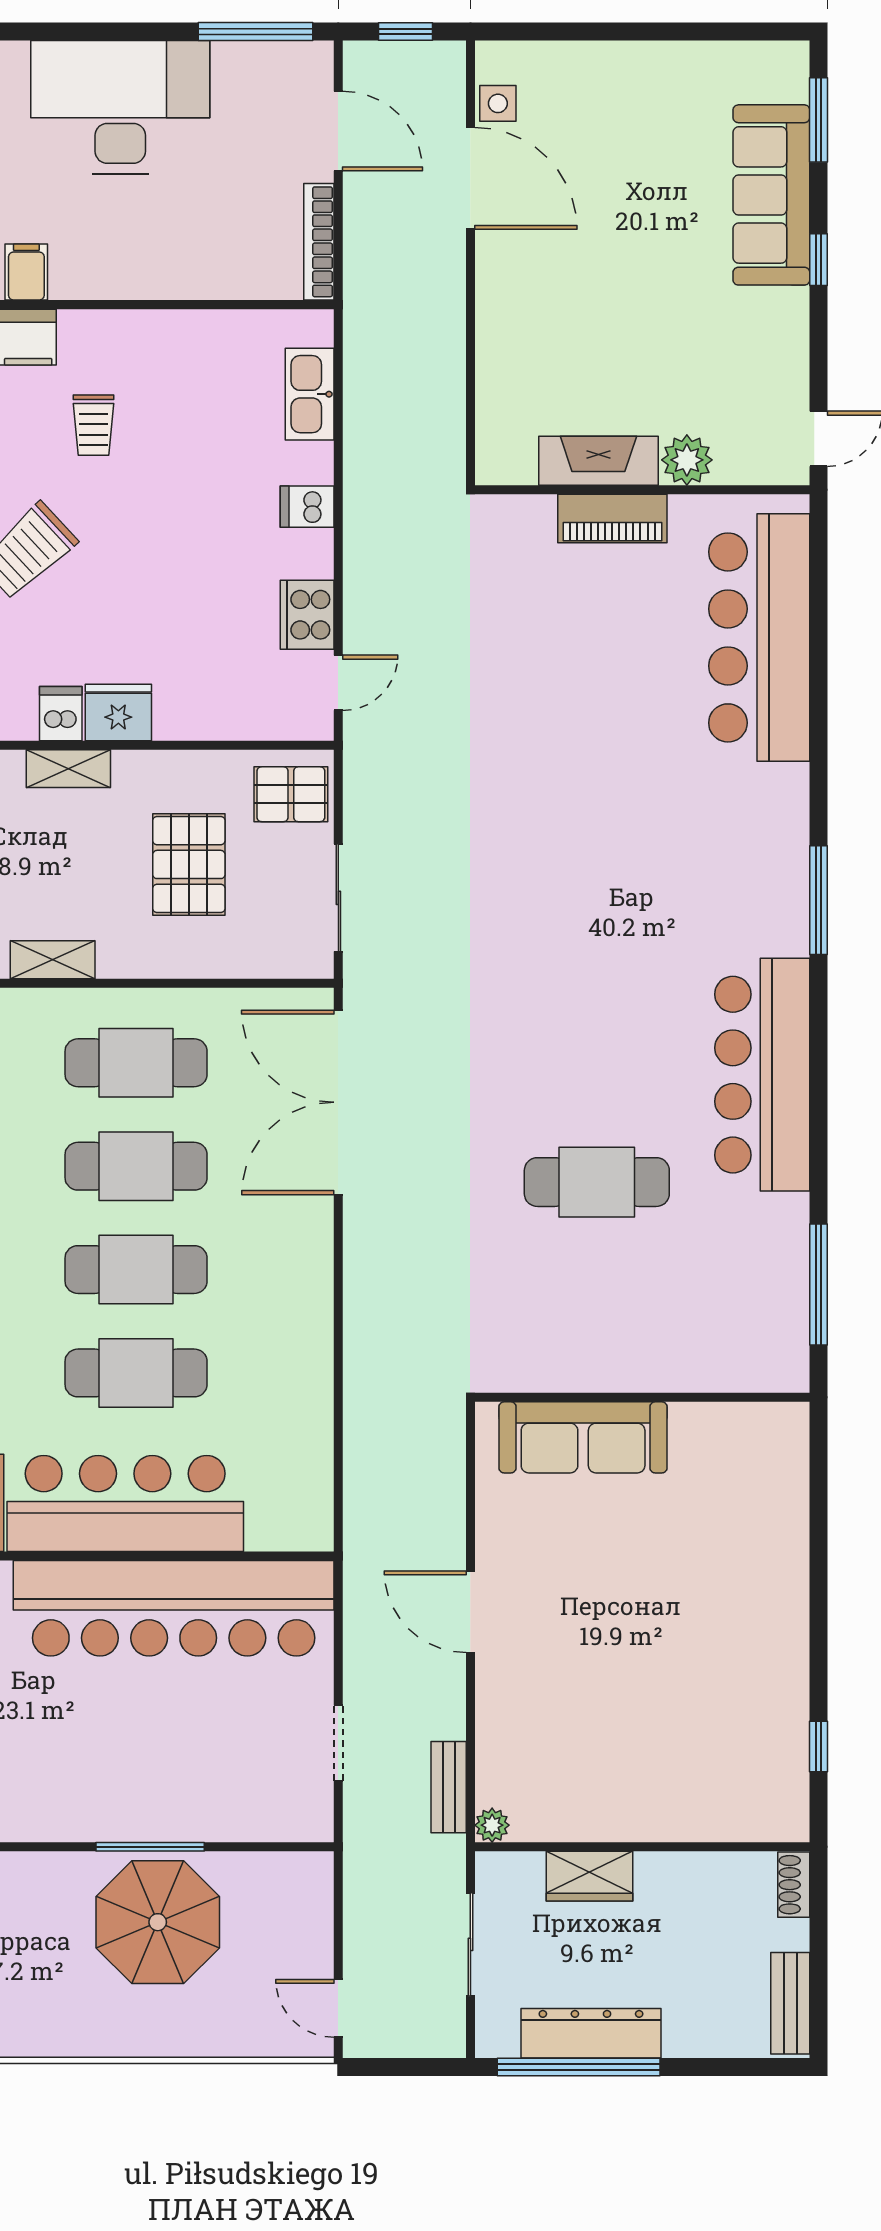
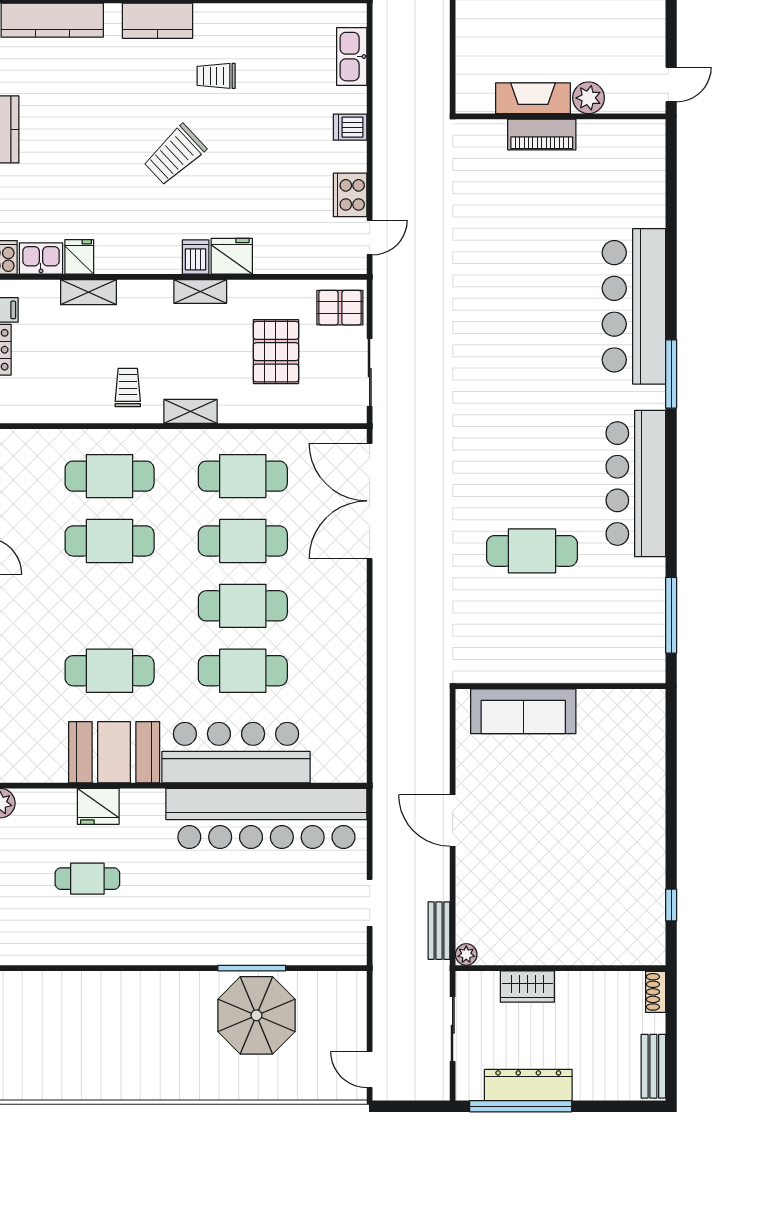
trolley: (93, 425) -> (216, 76), turned 90
bar counter: (759, 637) -> (634, 306), moved

